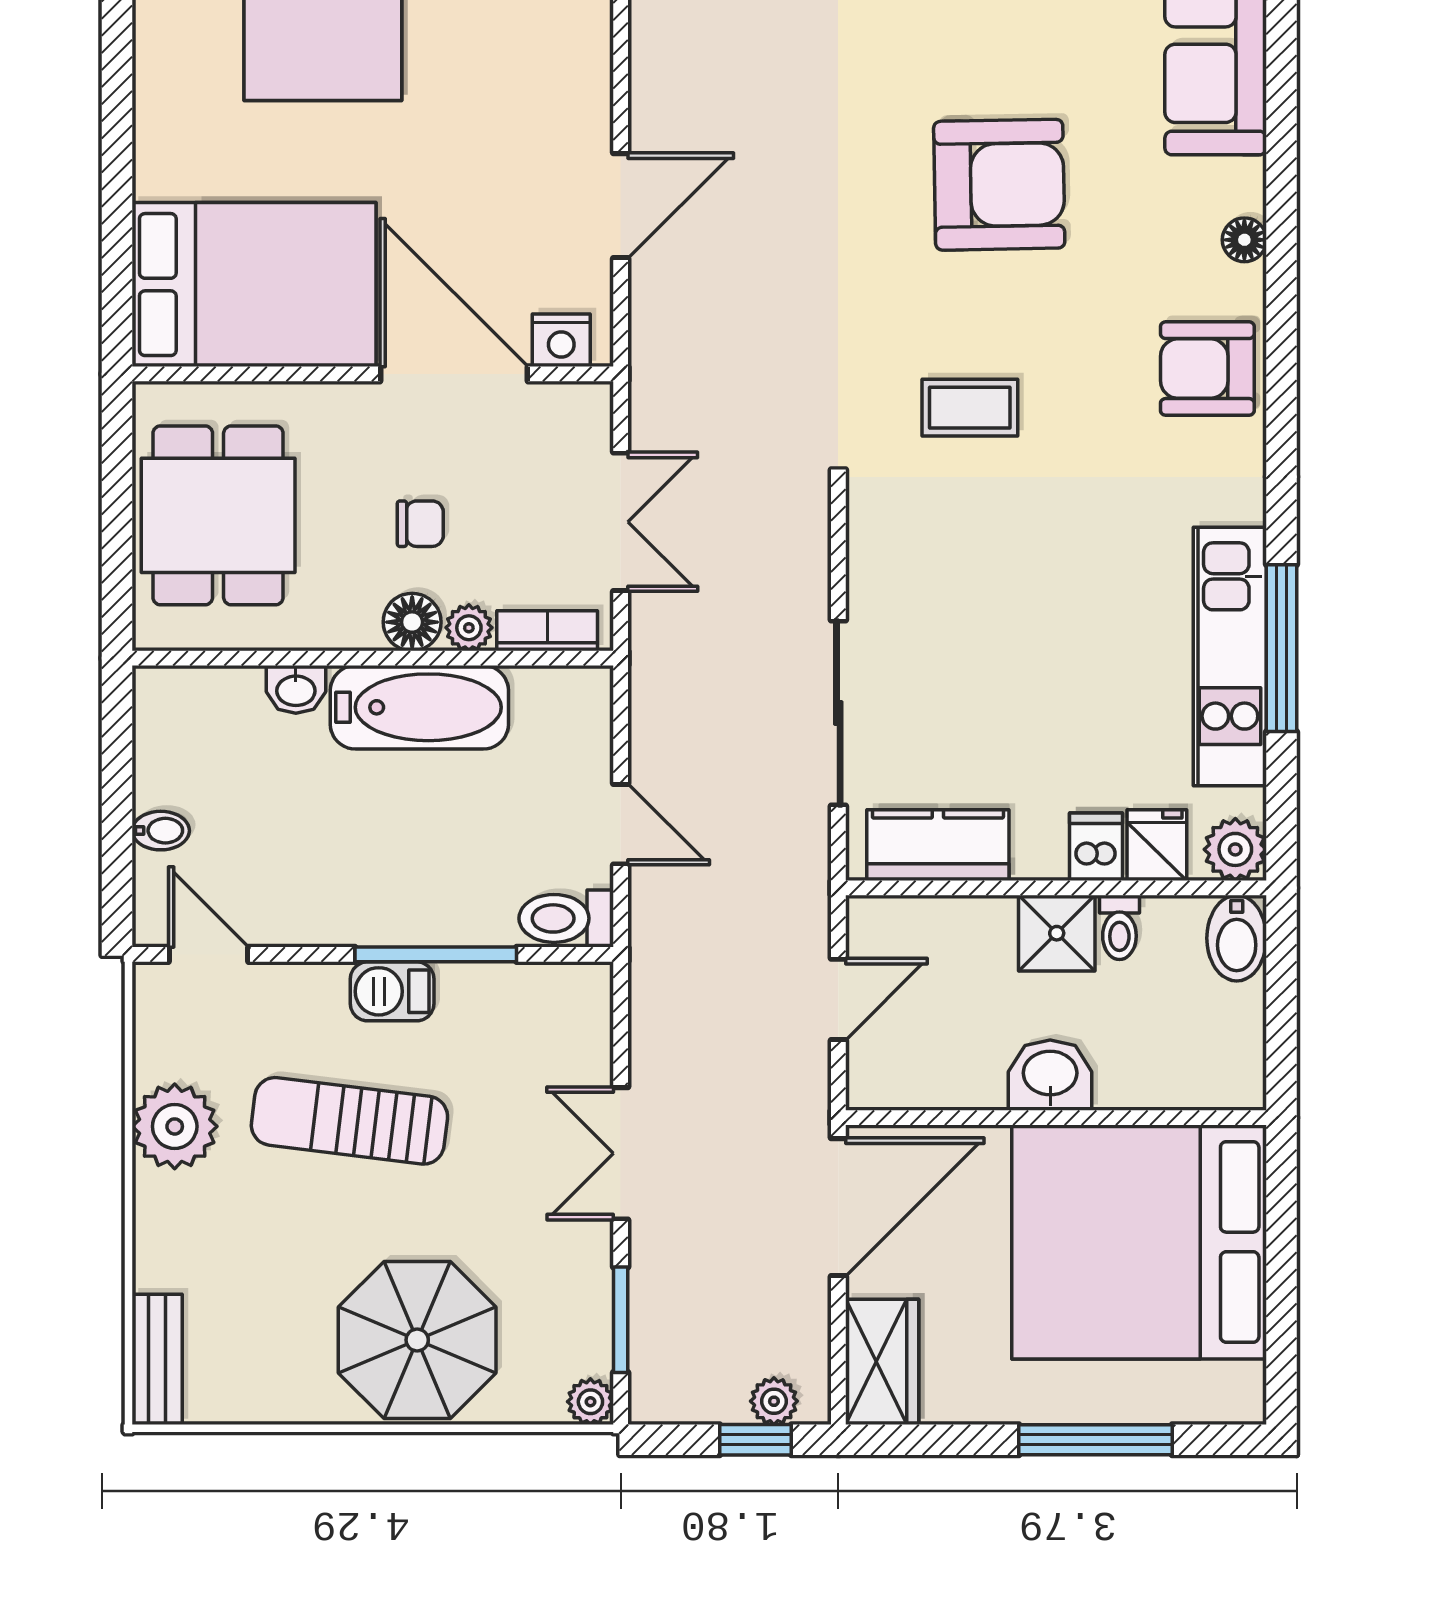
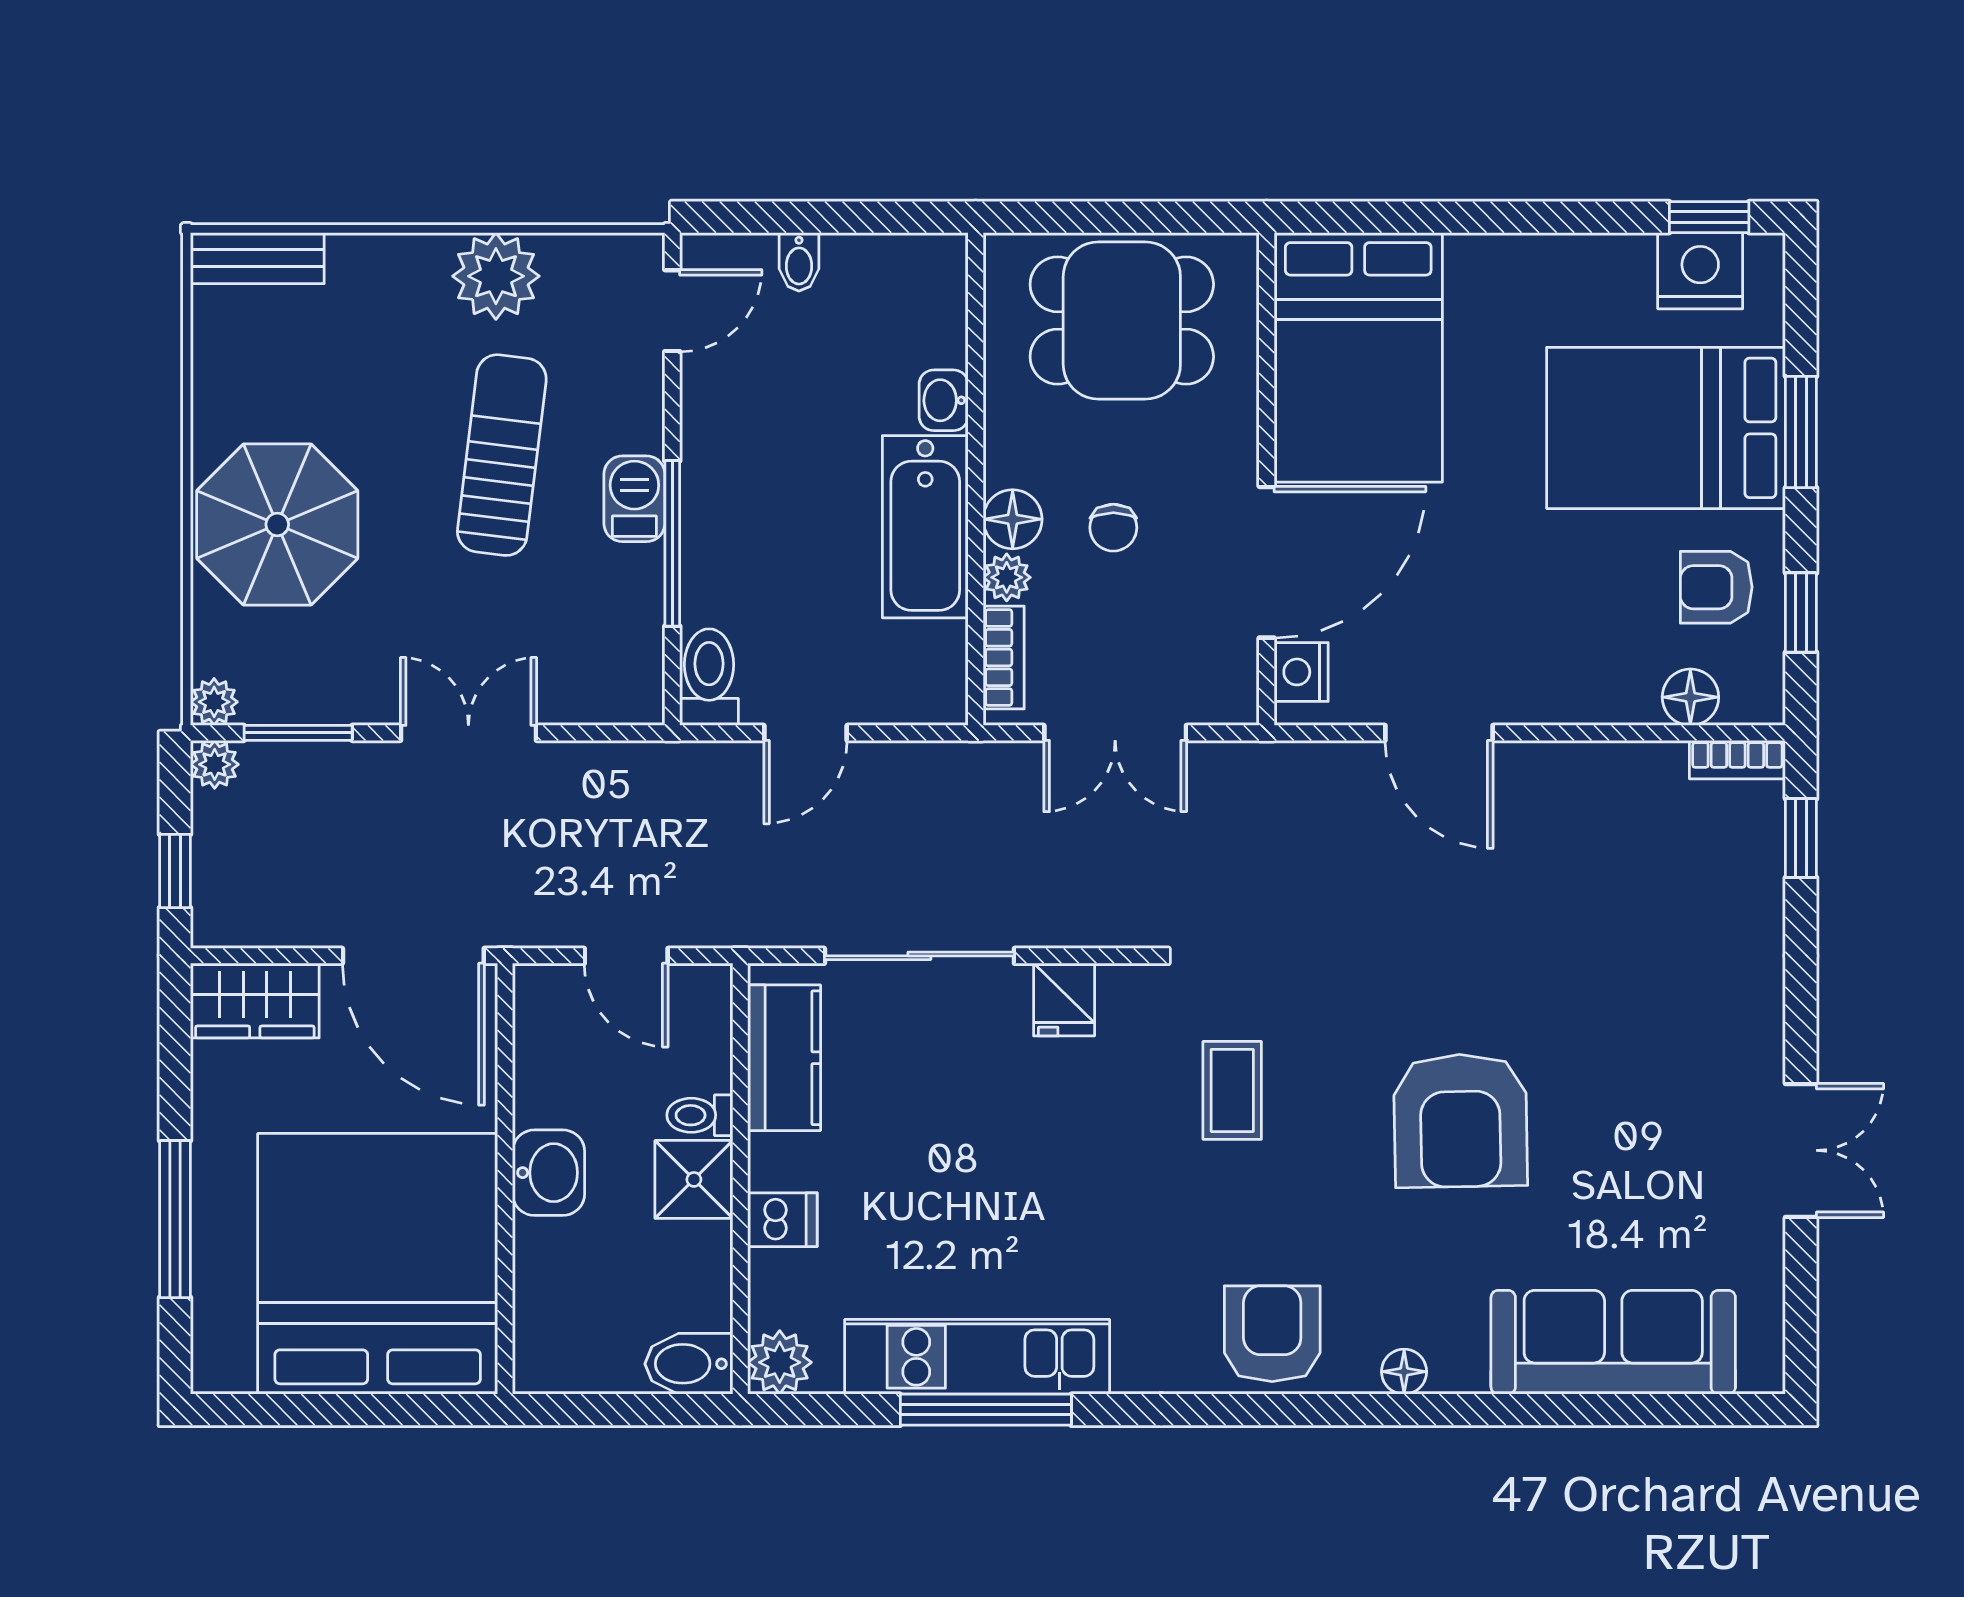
fridge: (1157, 845) -> (1064, 1000), moved, turned 90
toilet: (1119, 927) -> (700, 1115), moved
plant: (774, 1401) -> (215, 764), moved

